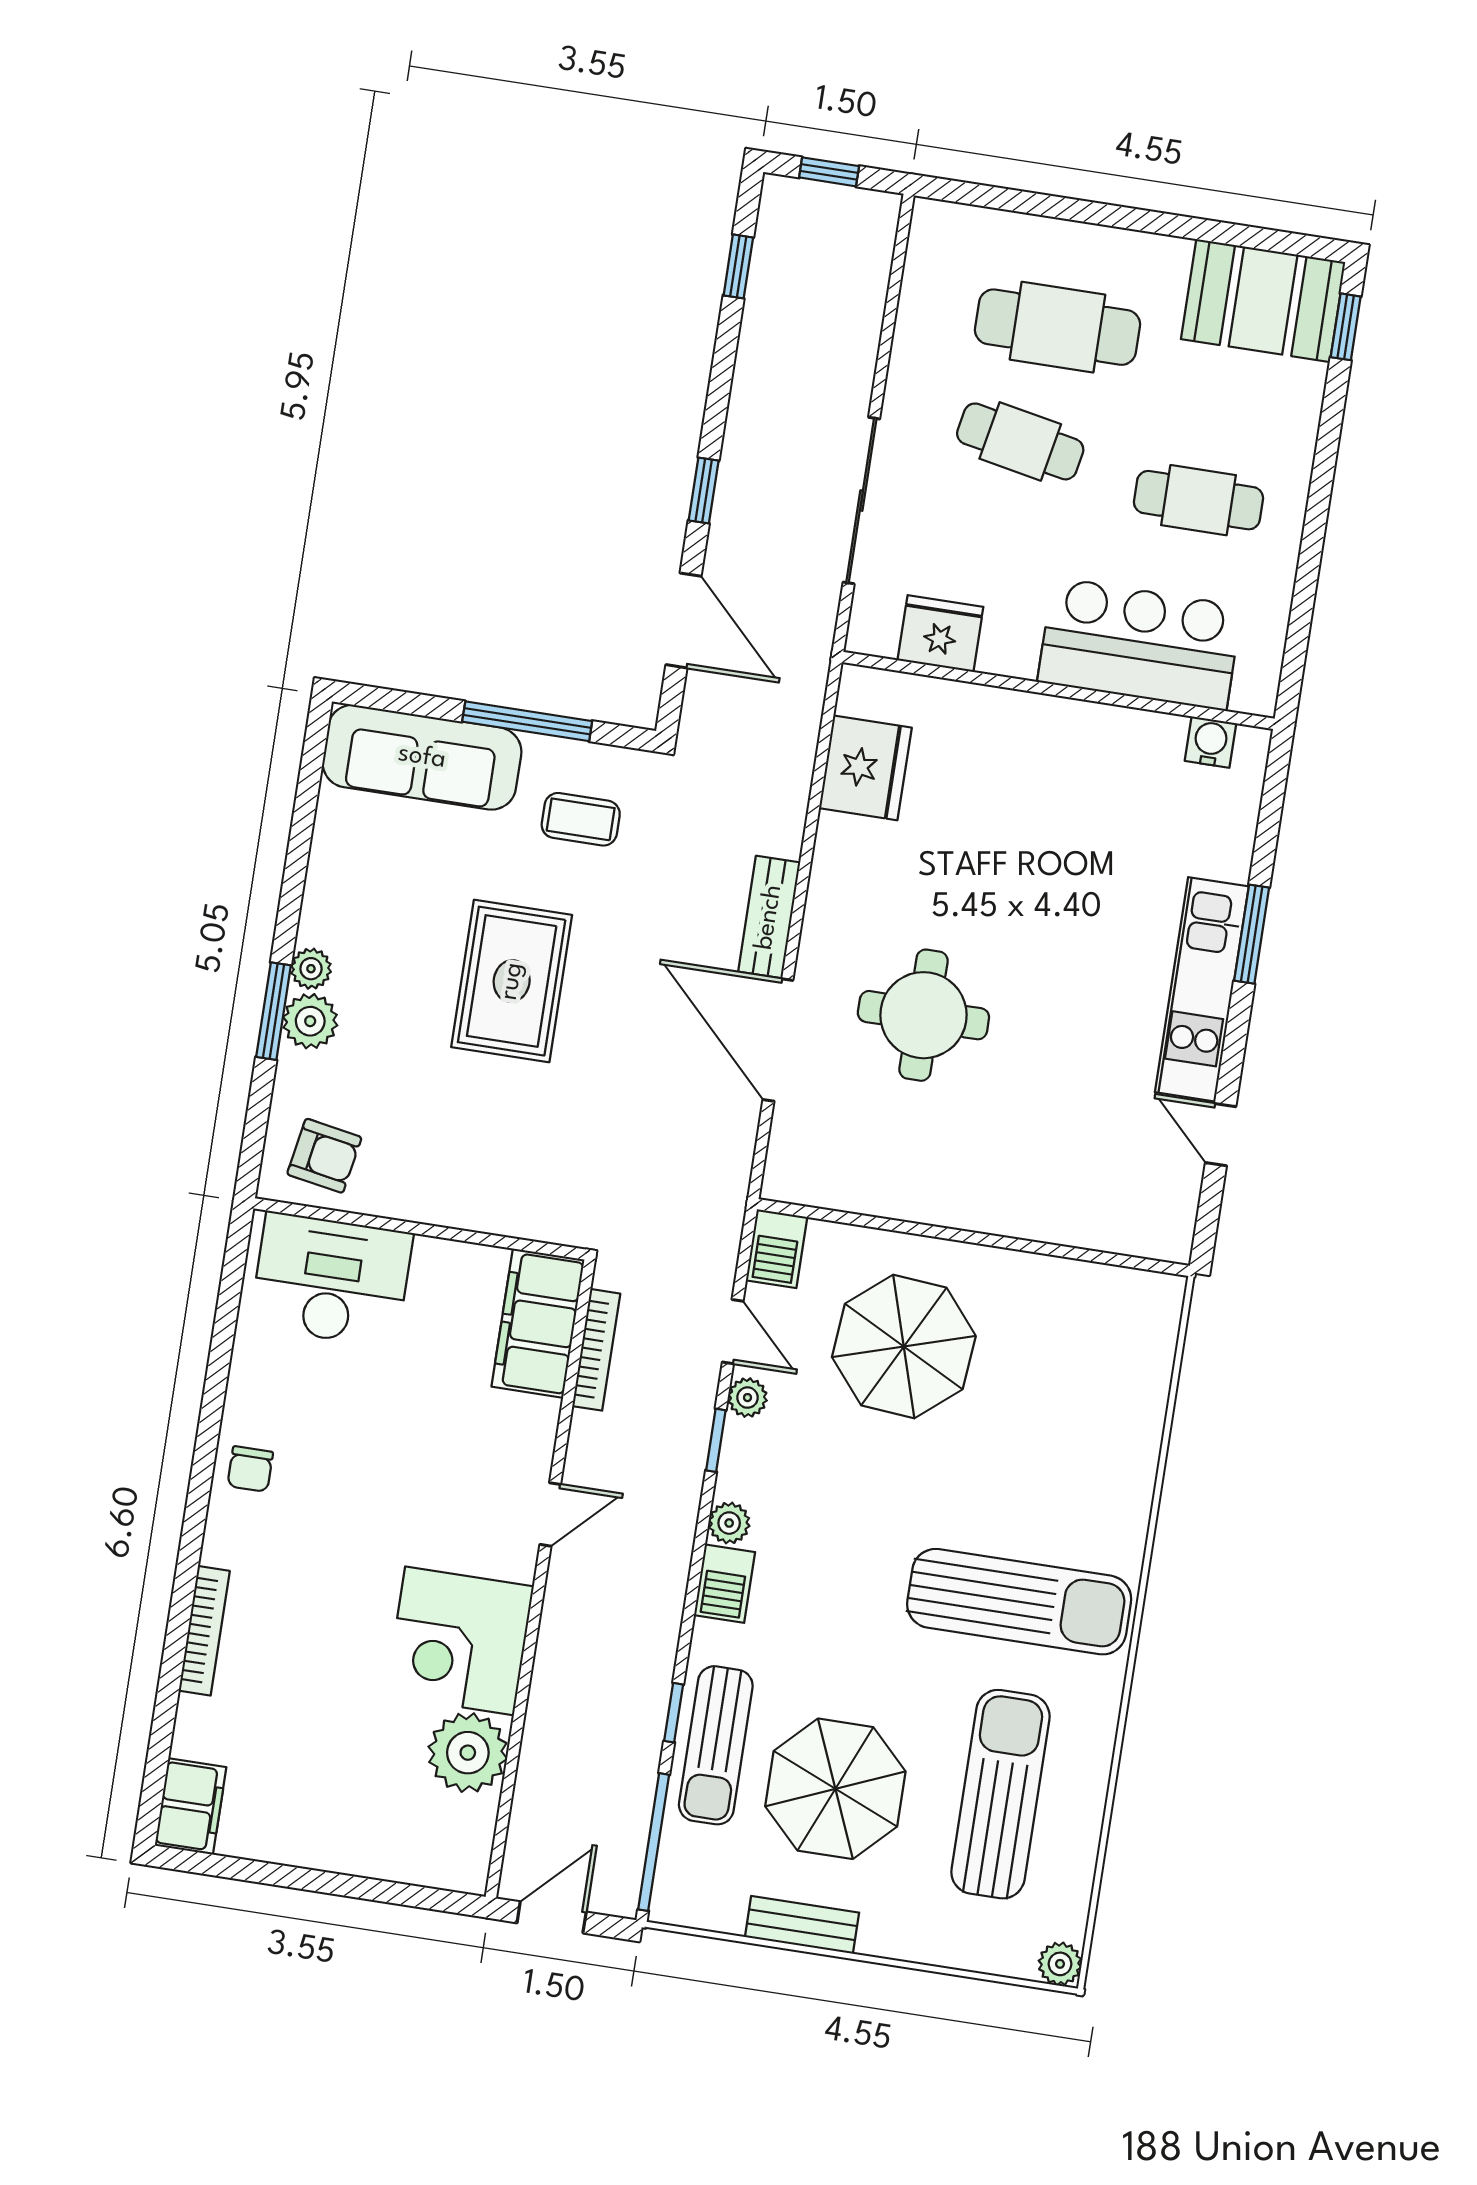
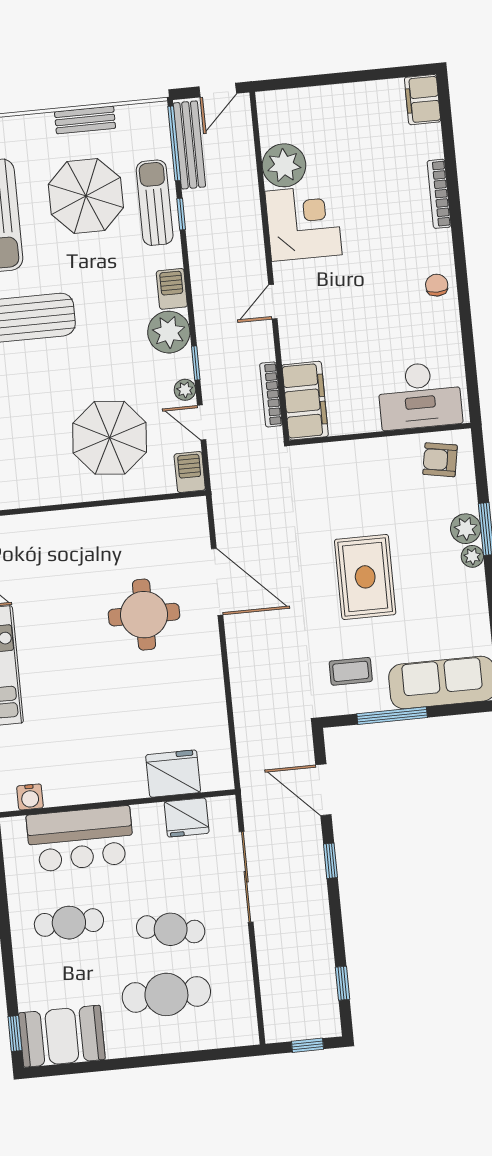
fridge: (865, 768) -> (173, 774), moved, turned 90
bench: (769, 917) -> (189, 145), moved, width x1.36
plant: (729, 1523) -> (169, 332), width x1.87, depth x1.87

